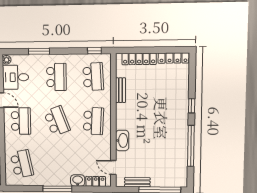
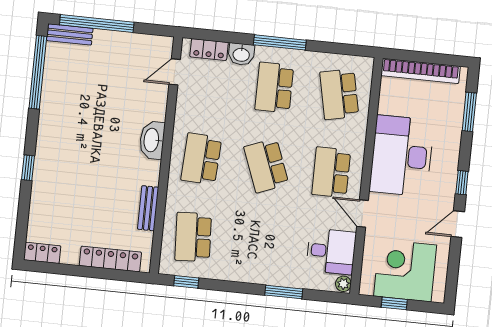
locker: (173, 58) -> (42, 253), width x0.66
school desk: (56, 77) -> (274, 87), moved
washbasin: (122, 140) -> (152, 140), moved
window: (191, 146) -> (38, 72), moved
door: (113, 167) -> (175, 72), swing flipped
bench: (137, 182) -> (70, 34), moved

